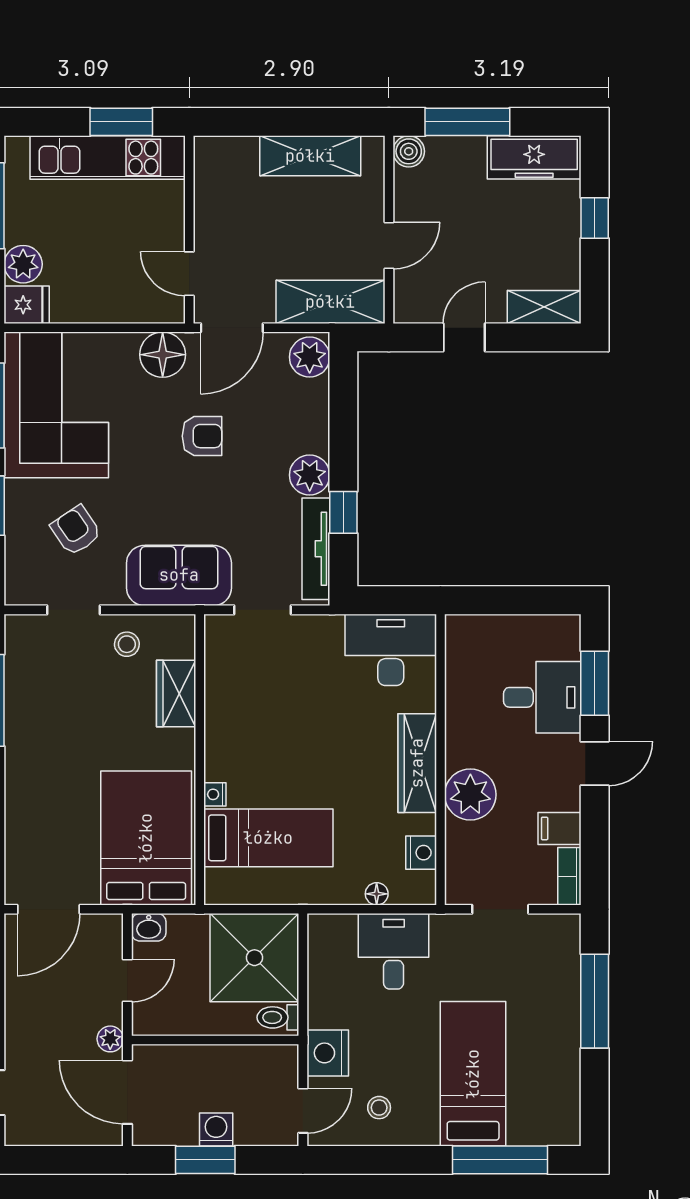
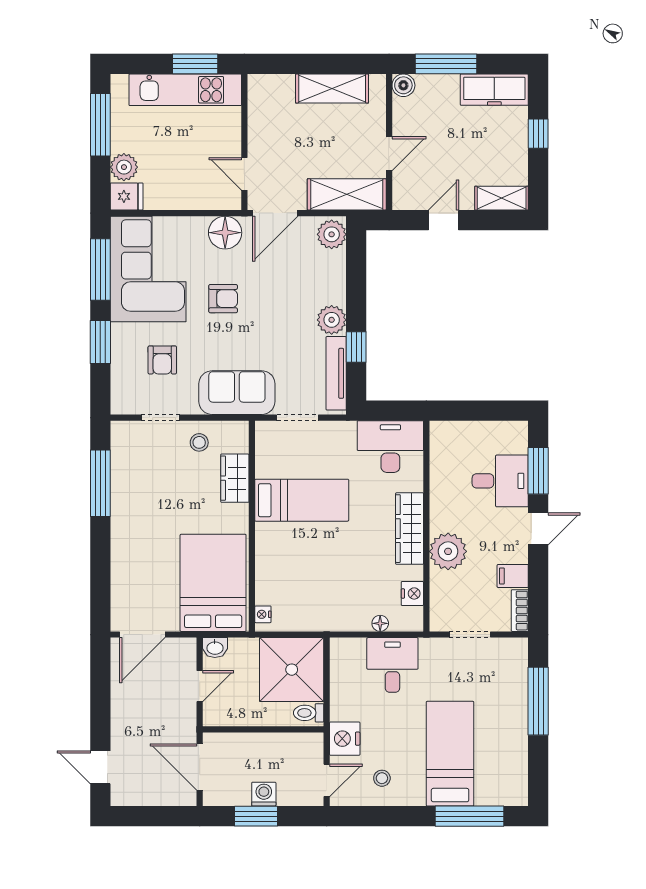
armchair: (202, 436) -> (223, 299), moved
armchair: (76, 530) -> (162, 360), turned -146
nightstand: (215, 794) -> (263, 614), moved
bed: (268, 838) -> (302, 500), moved
plant: (110, 1039) -> (187, 728), removed

